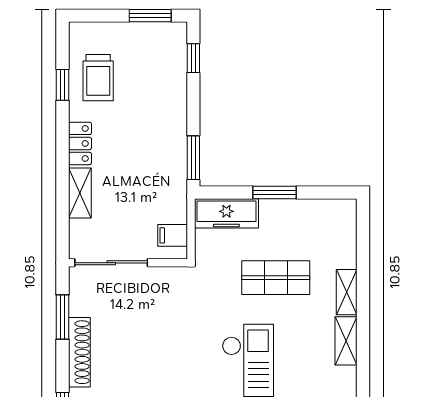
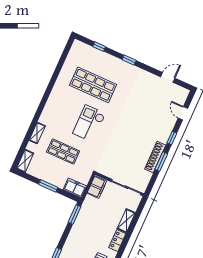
freezer: (226, 213) -> (75, 188), width x0.71
filing cabinet: (173, 235) -> (97, 187), width x2.00
window: (62, 317) -> (161, 162), moved
shelving: (346, 341) -> (25, 161), moved

